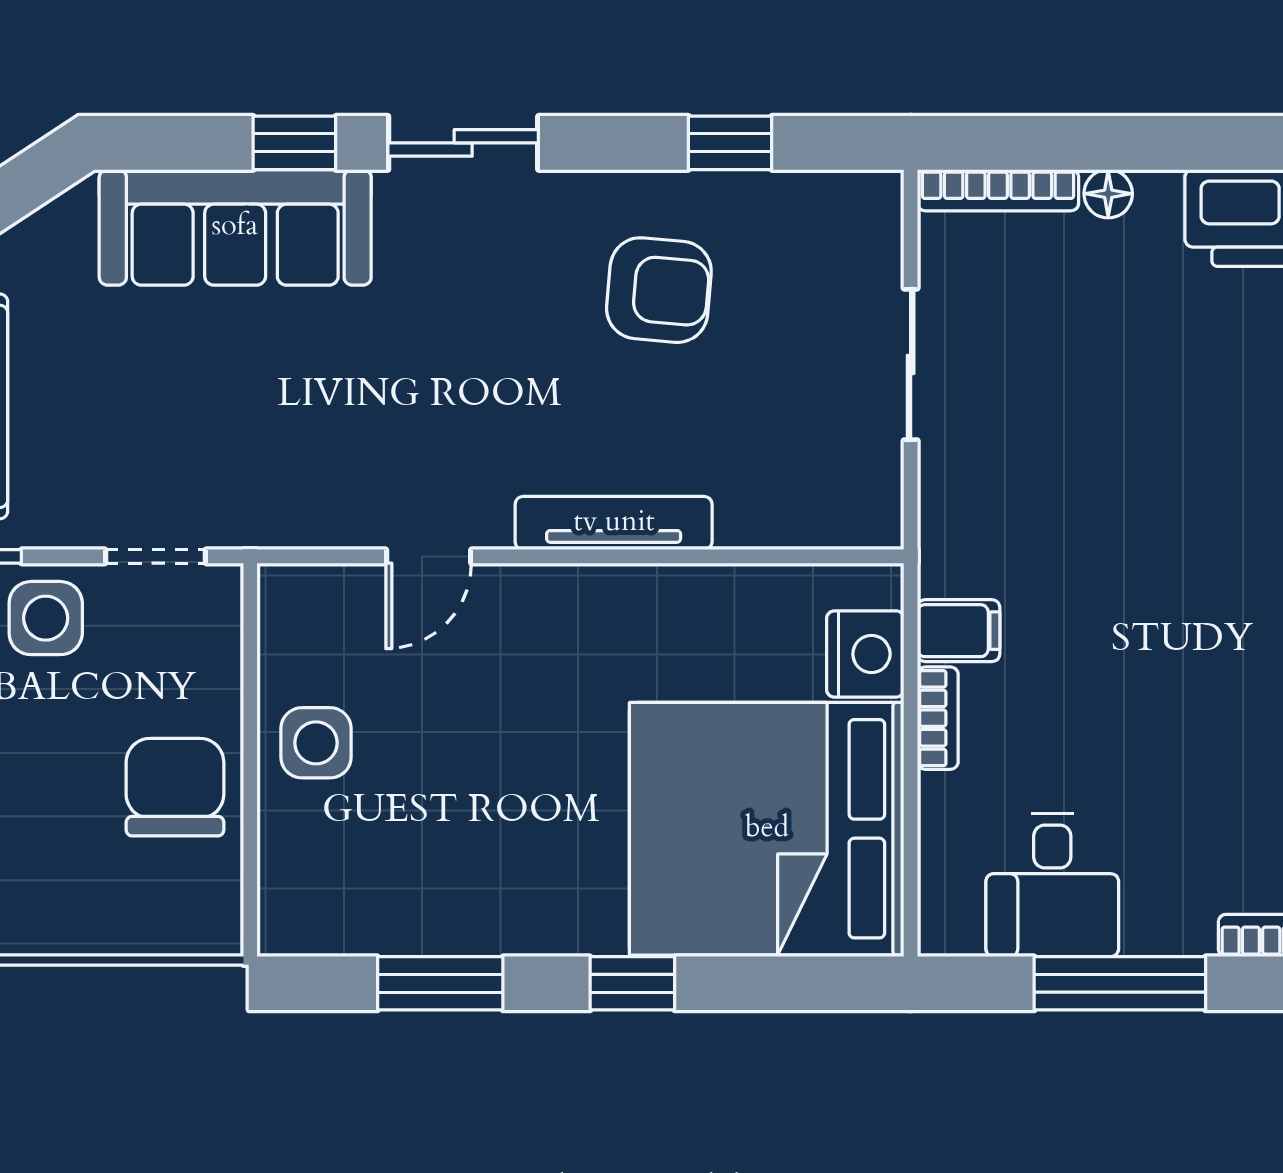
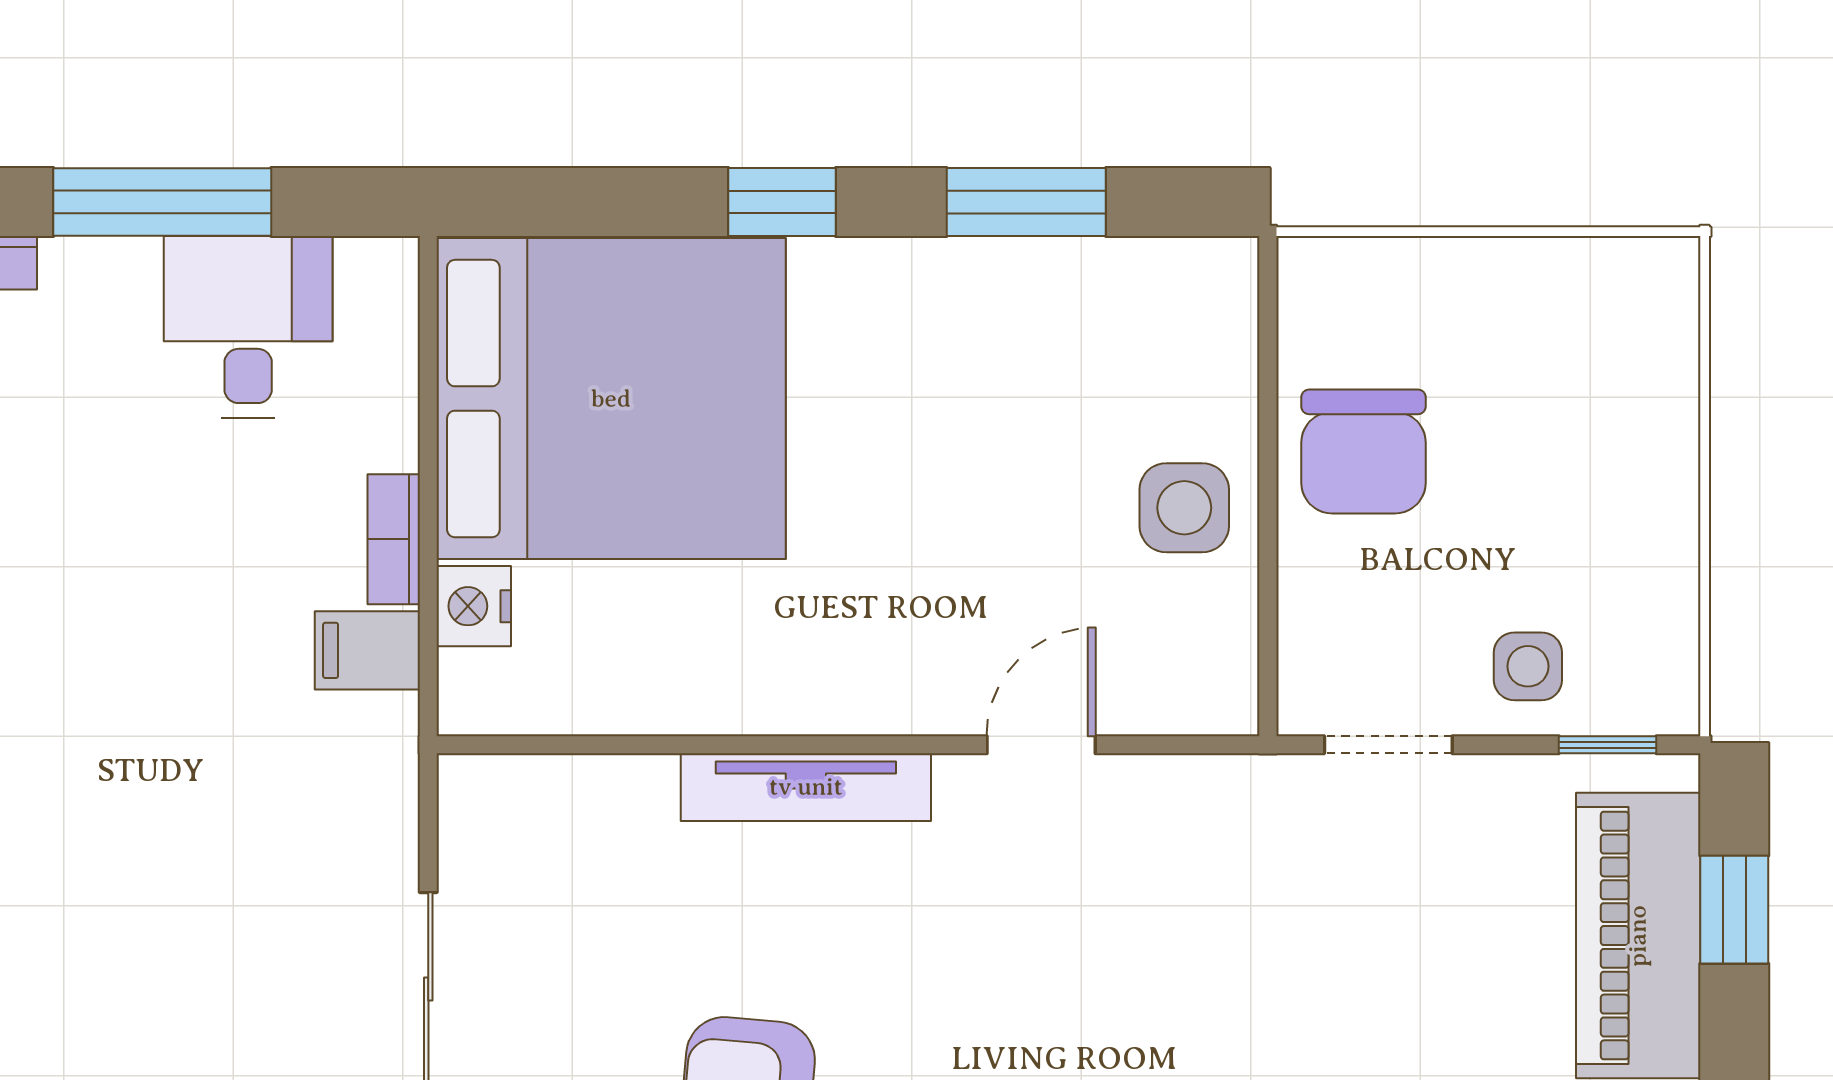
side table: (46, 618) -> (1528, 666), width x0.73, depth x0.73
nightstand: (865, 654) -> (474, 606), width x0.74, depth x0.75

